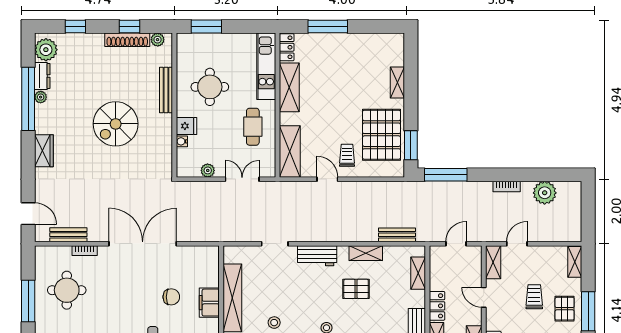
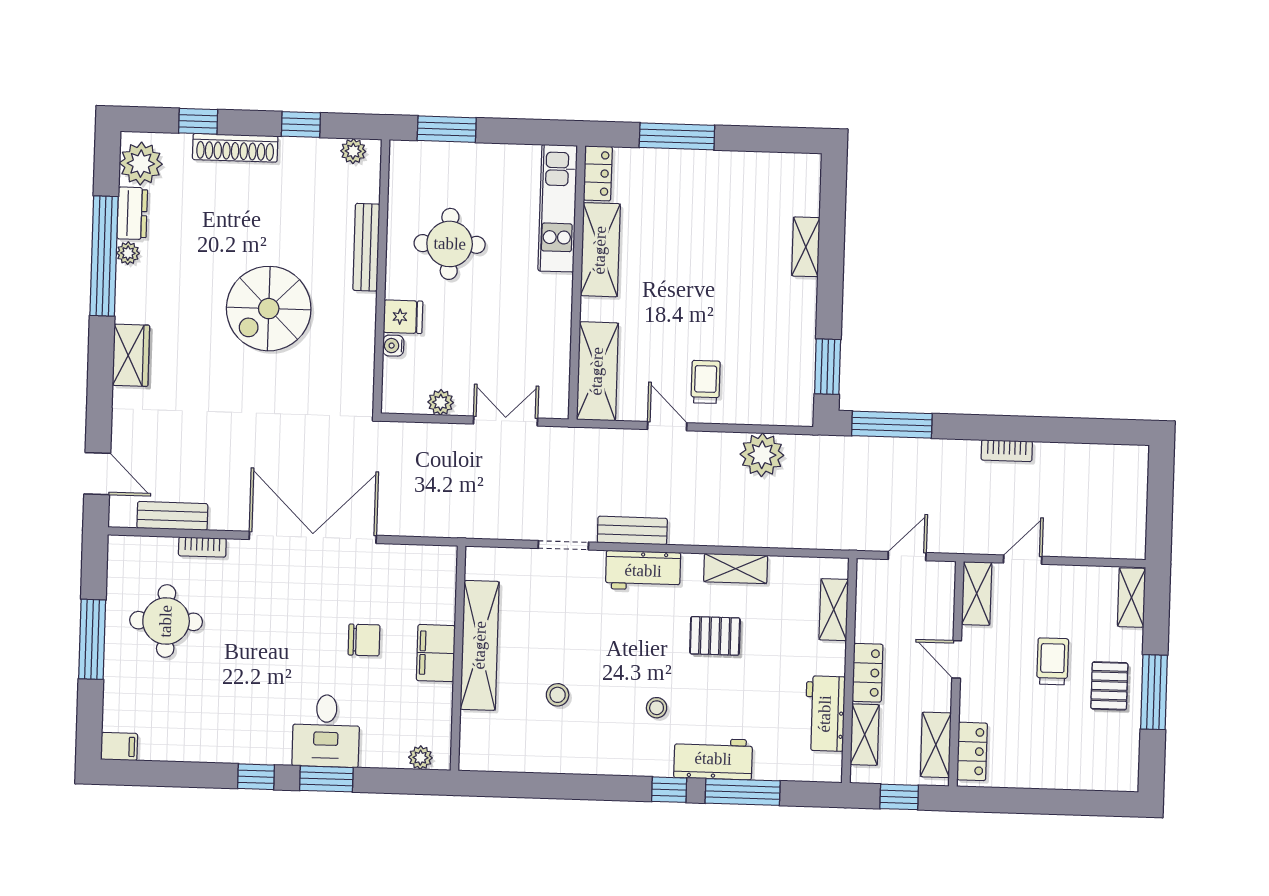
shoe rack: (127, 40) -> (235, 148), moved
cafe table: (253, 127) -> (529, 322), removed
pallet: (382, 135) -> (772, 345), removed
plant: (545, 193) -> (762, 455), moved
bench: (397, 235) -> (632, 530), moved

